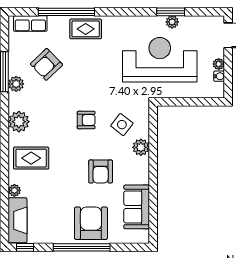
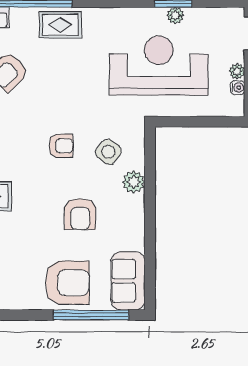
sofa: (137, 207) -> (128, 281), moved
armchair: (91, 223) -> (67, 283), turned 90
window: (82, 247) -> (91, 315), moved

